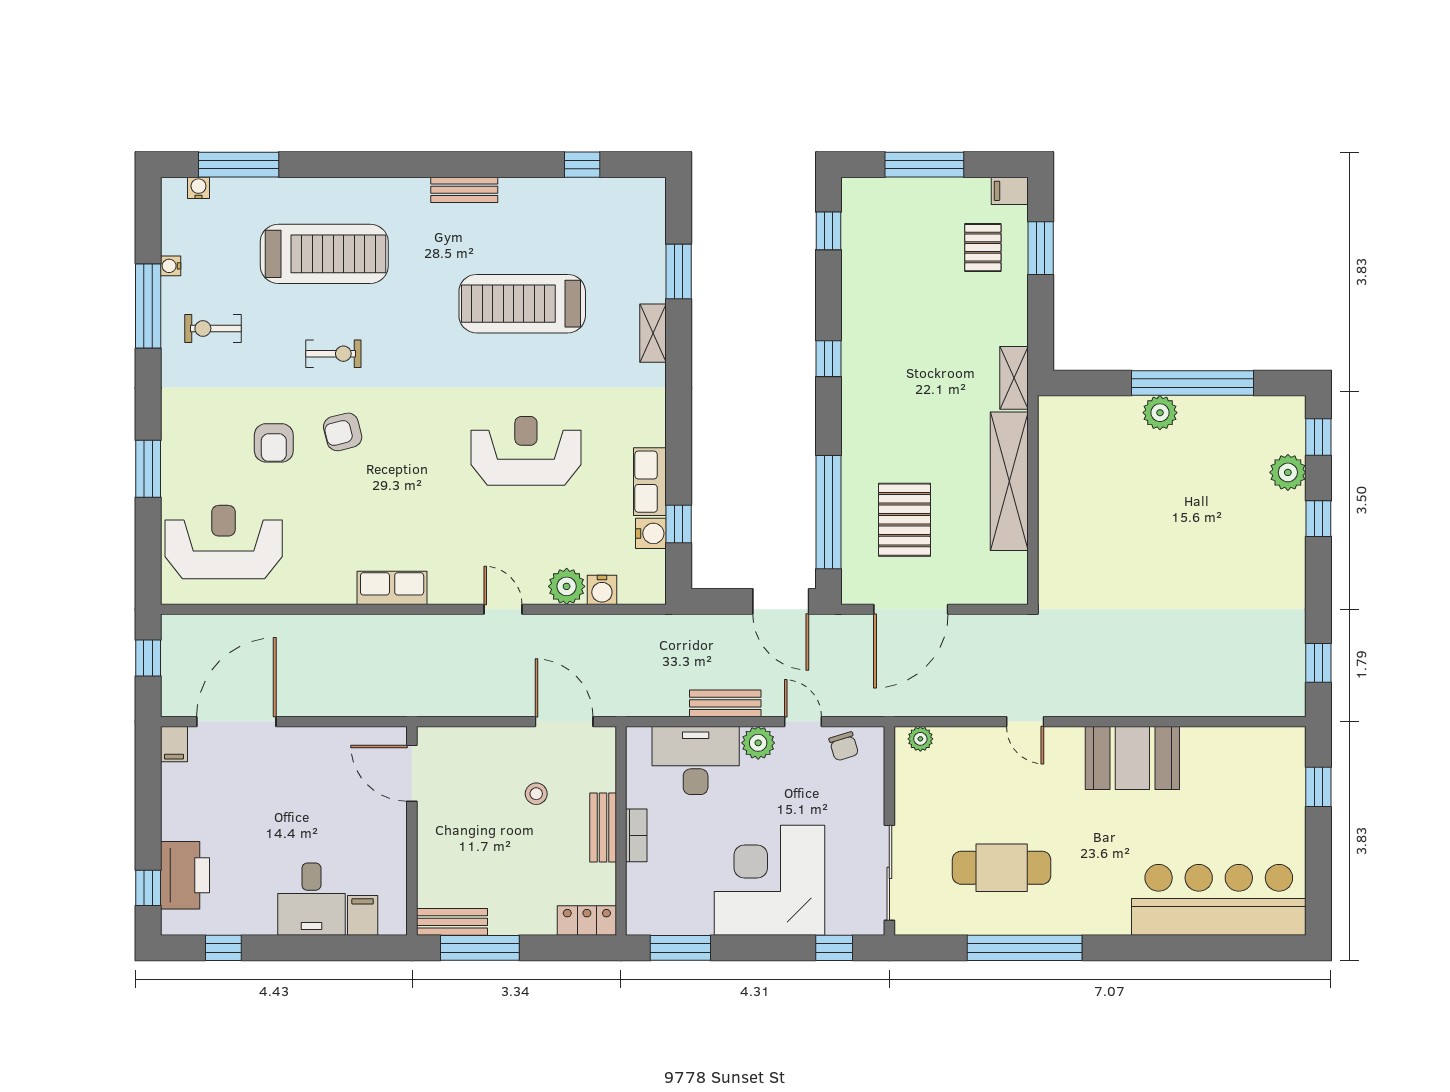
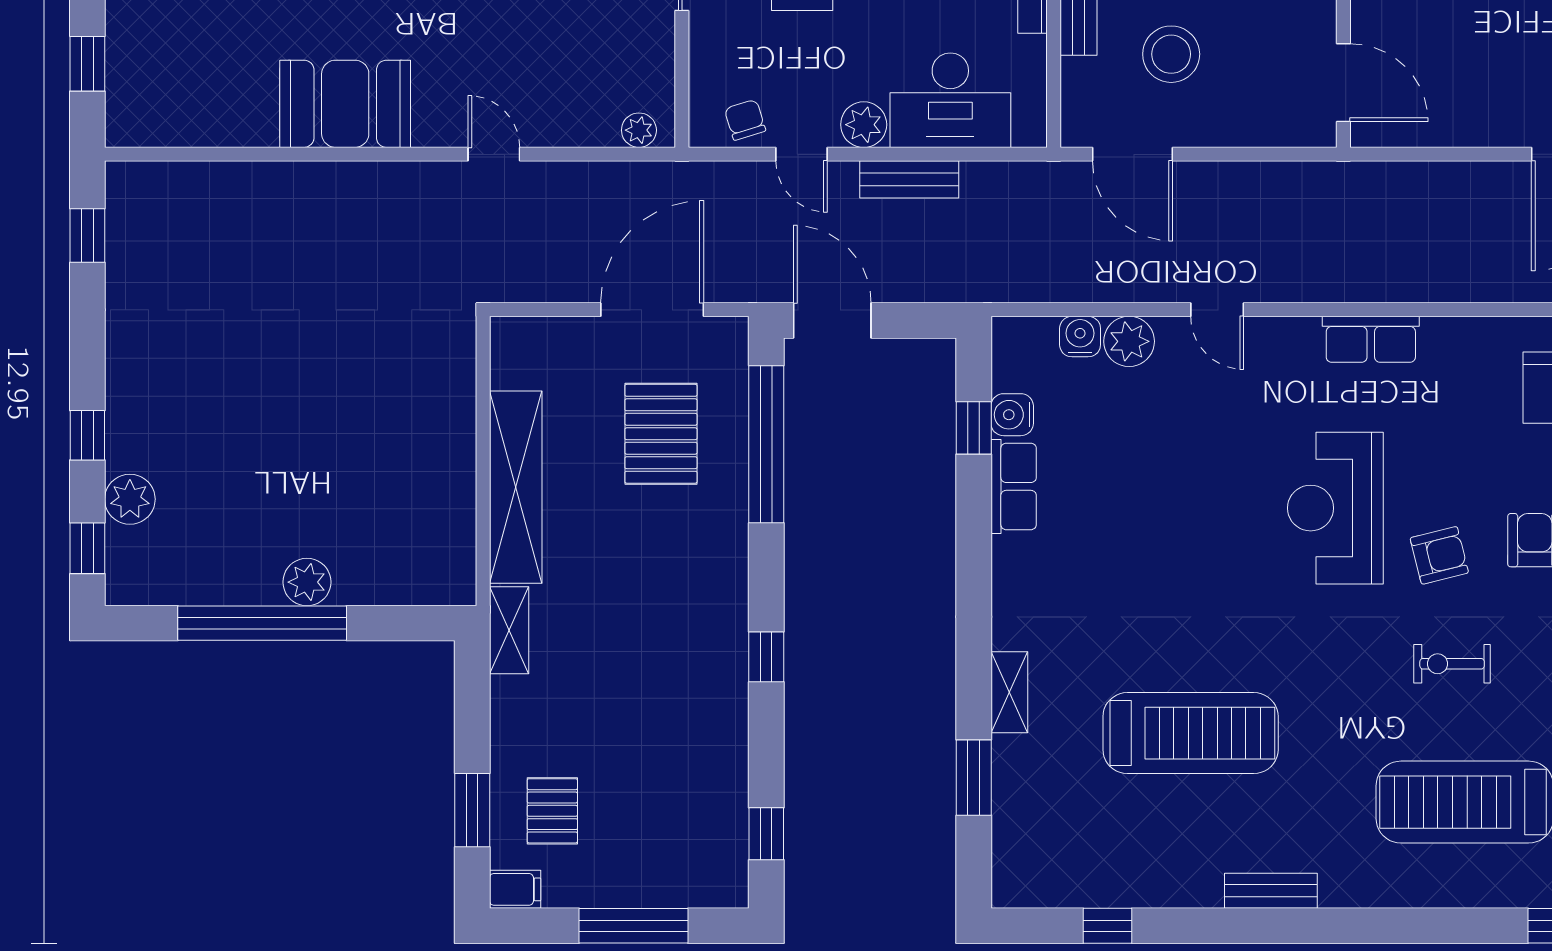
reception desk: (526, 451) -> (1335, 508), moved, turned 90
stool: (536, 794) -> (1171, 54), width x1.89, depth x1.89

